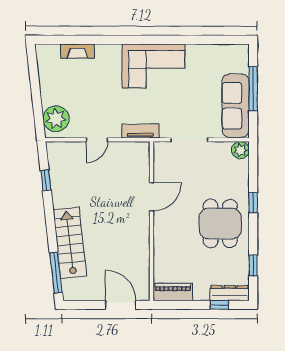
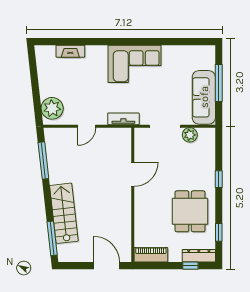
plant: (240, 150) -> (190, 135), moved
window: (46, 180) -> (43, 160), width x2.17
dining table: (220, 224) -> (190, 211), moved

